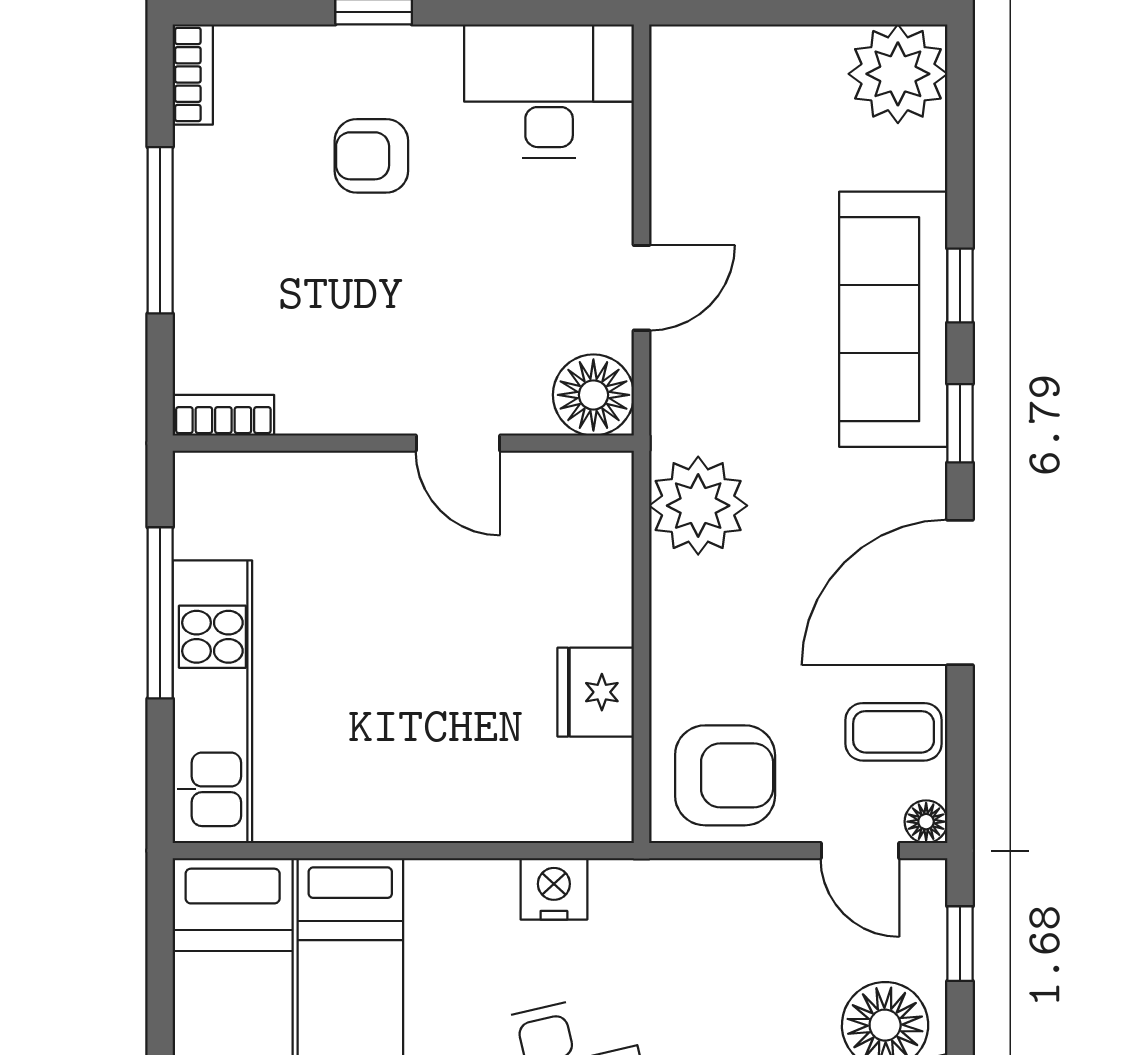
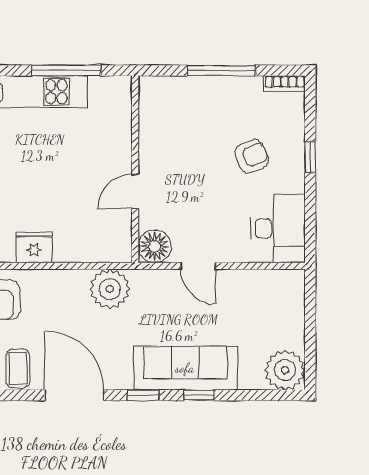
armchair: (371, 156) -> (252, 156), turned 68
bookcase: (223, 415) -> (146, 96), removed

